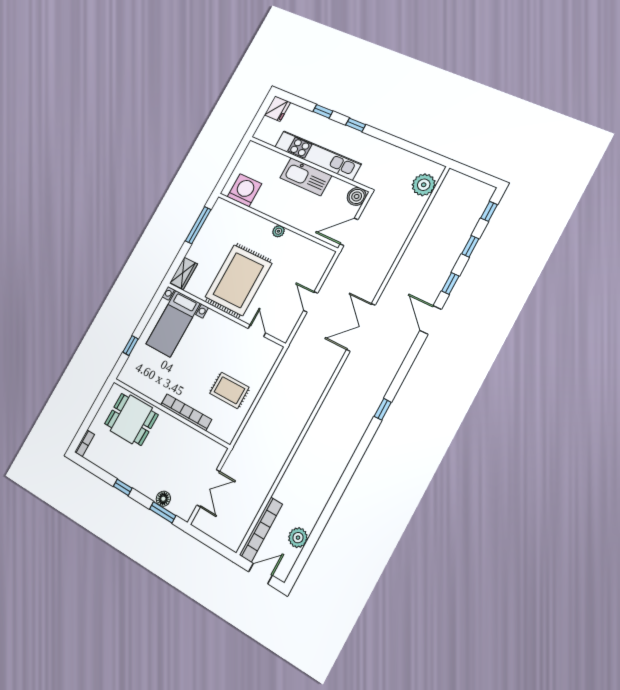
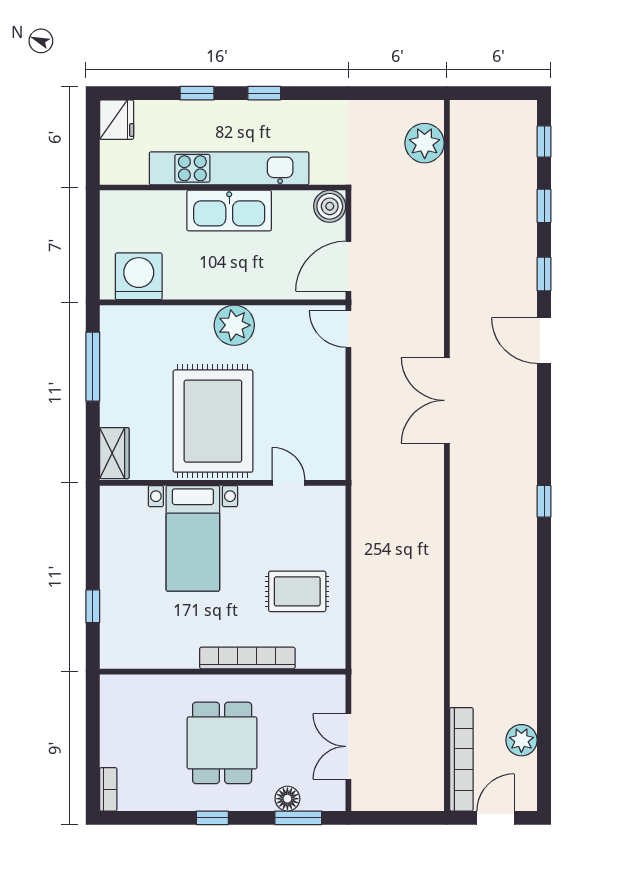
plant: (278, 231) -> (234, 325), width x1.88, depth x1.88
door: (311, 302) -> (348, 329), moved
bed with nightstands: (173, 324) -> (193, 538), moved
dining table: (131, 419) -> (222, 743), moved, turned 90
double door: (208, 488) -> (348, 746), swing flipped

